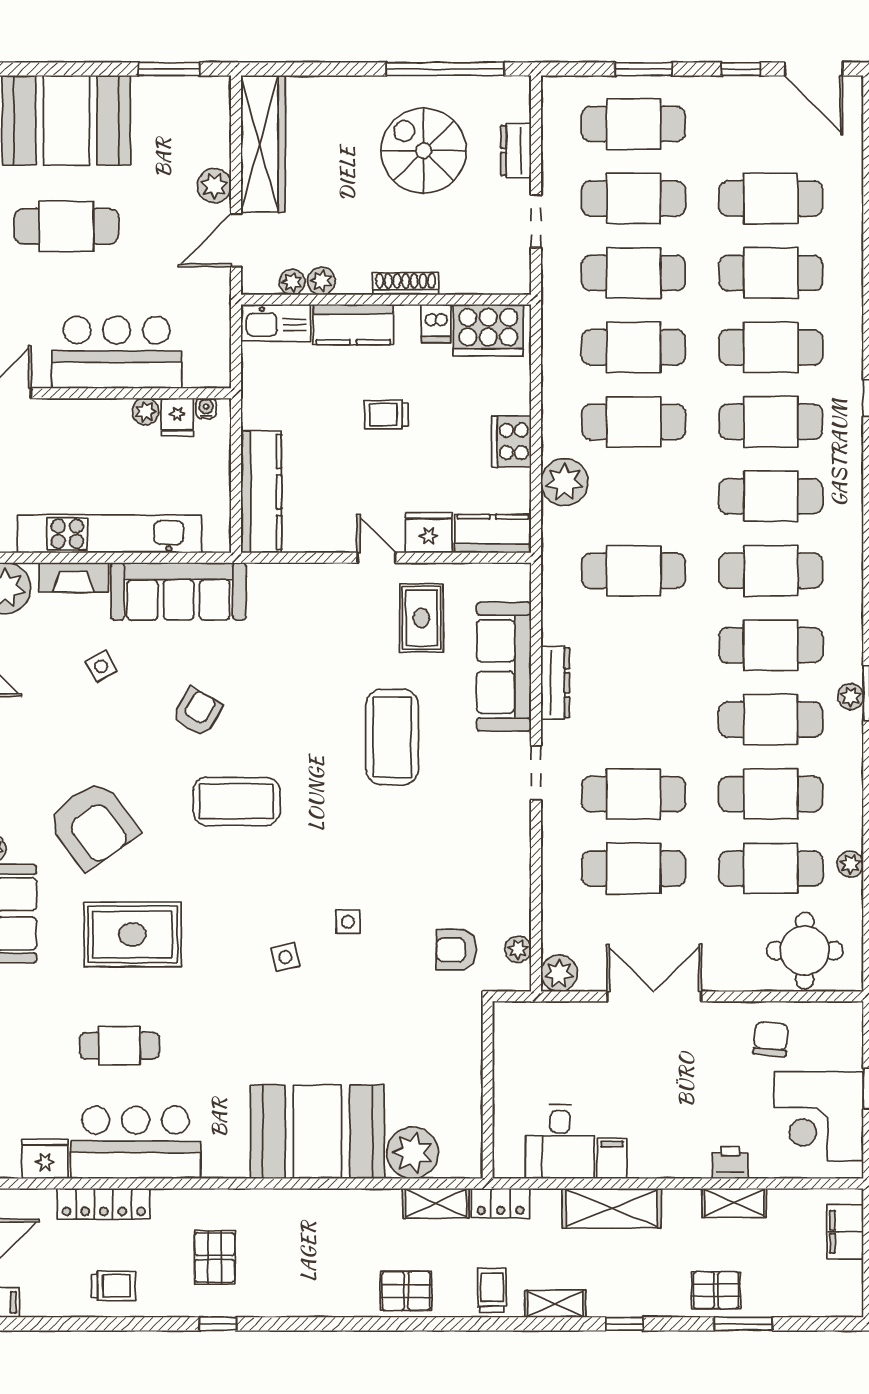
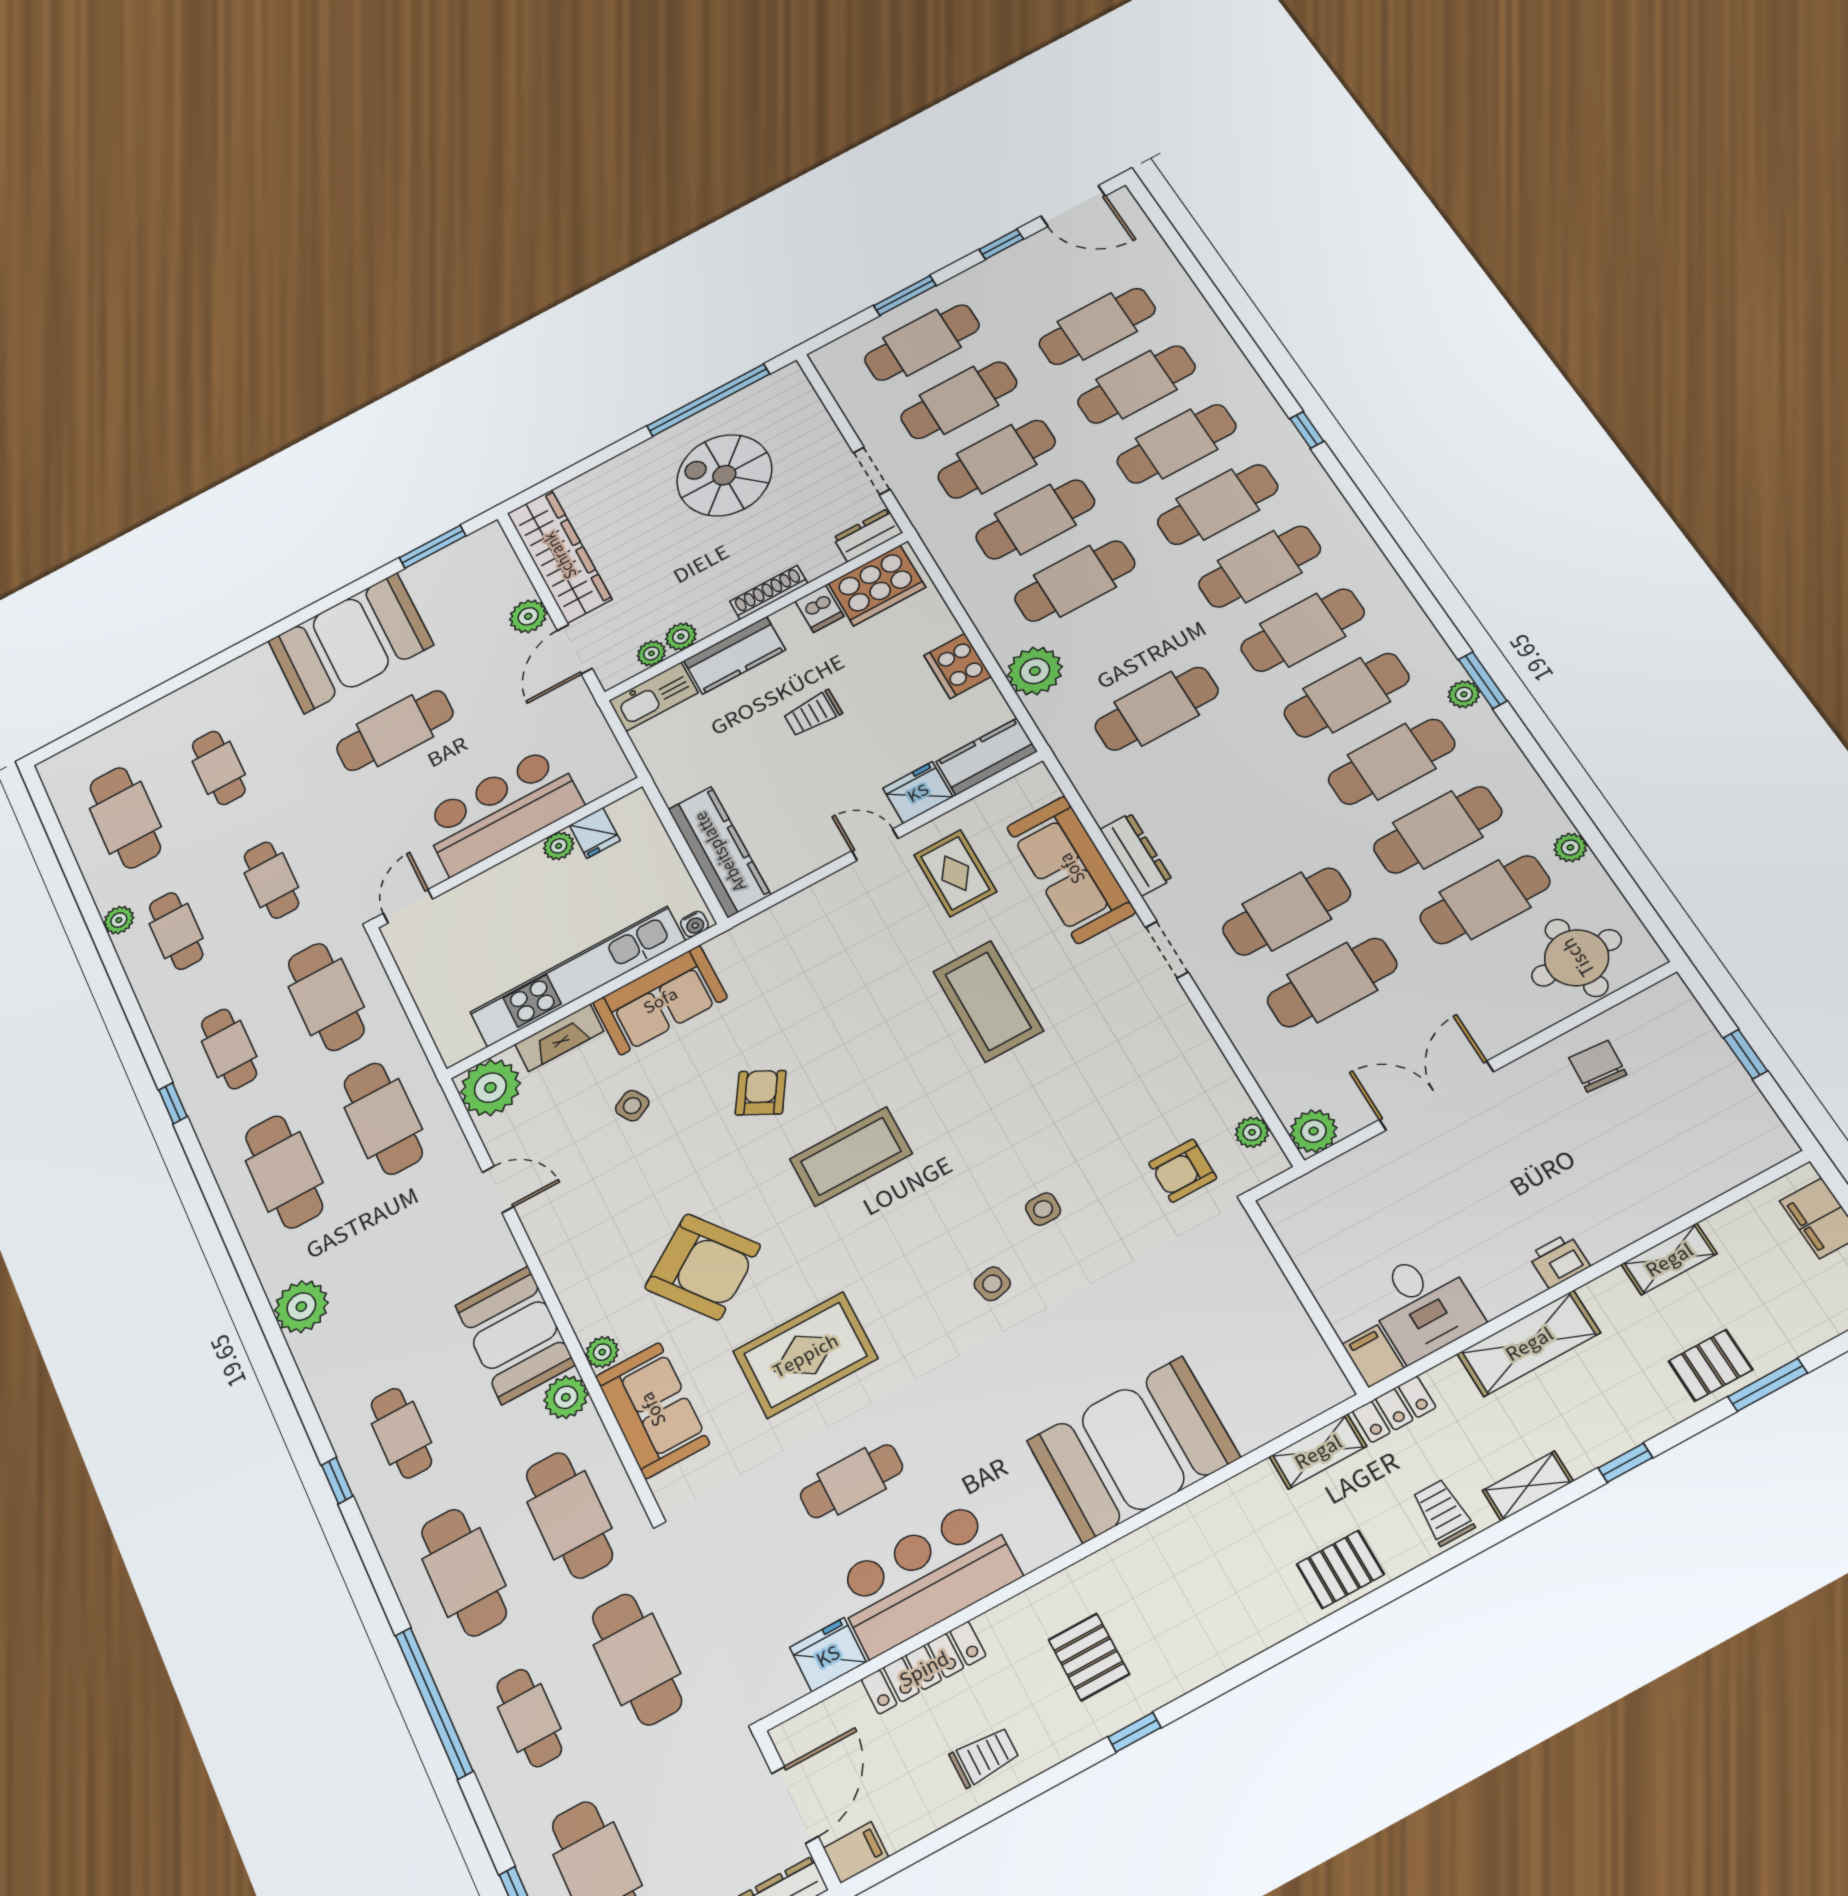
dresser: (516, 151) -> (868, 535), moved, turned 90
water cooler: (206, 408) -> (694, 924), moved, turned 180
sofa: (179, 591) -> (660, 1000), width x0.73
corner desk: (819, 1116) -> (1706, 1114), removed
plant: (413, 1153) -> (1258, 1411), removed
filing cabinet: (612, 1158) -> (1373, 1356), moved
printer: (730, 1162) -> (1559, 1261), moved

